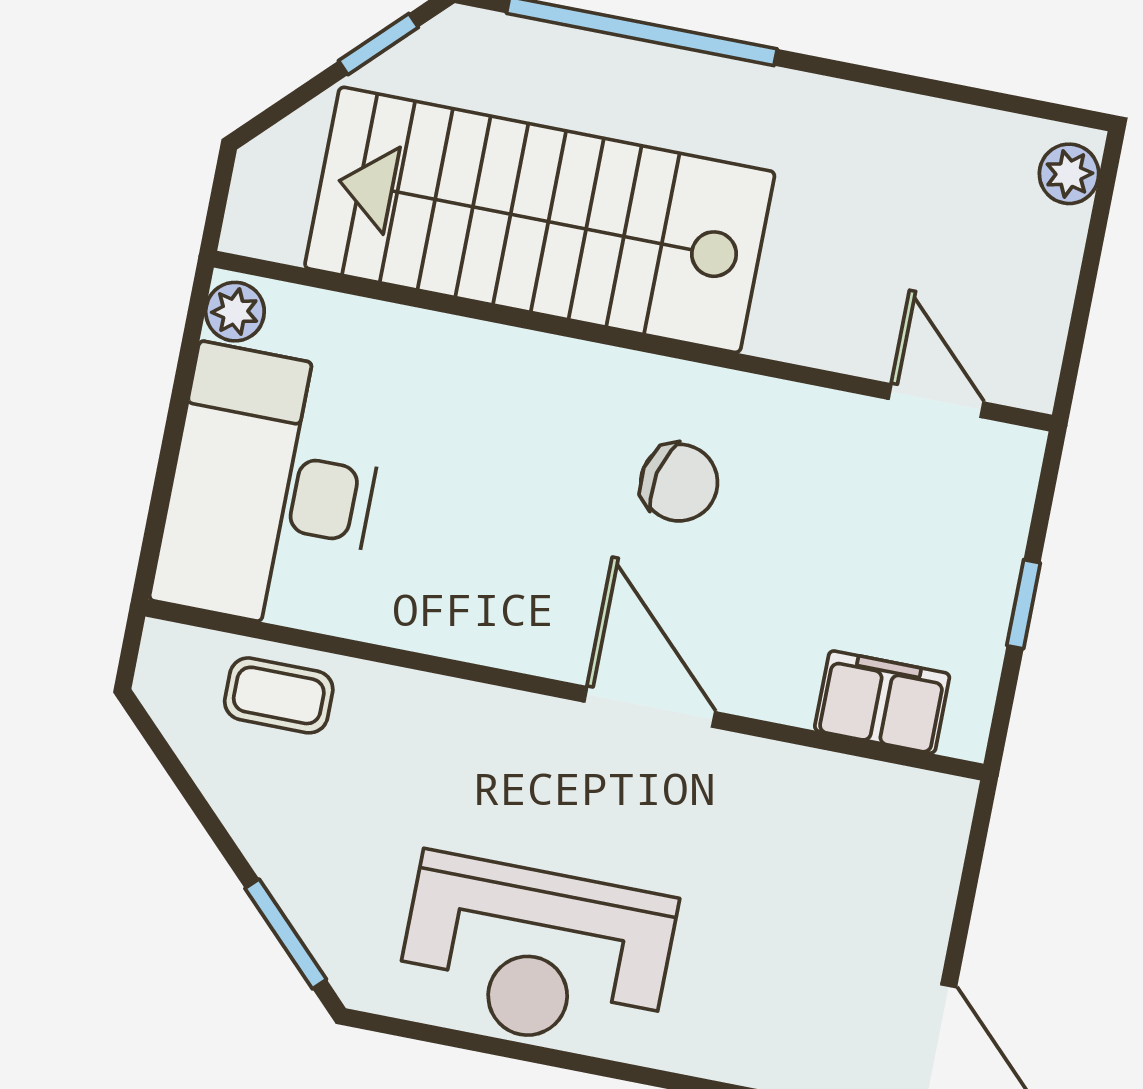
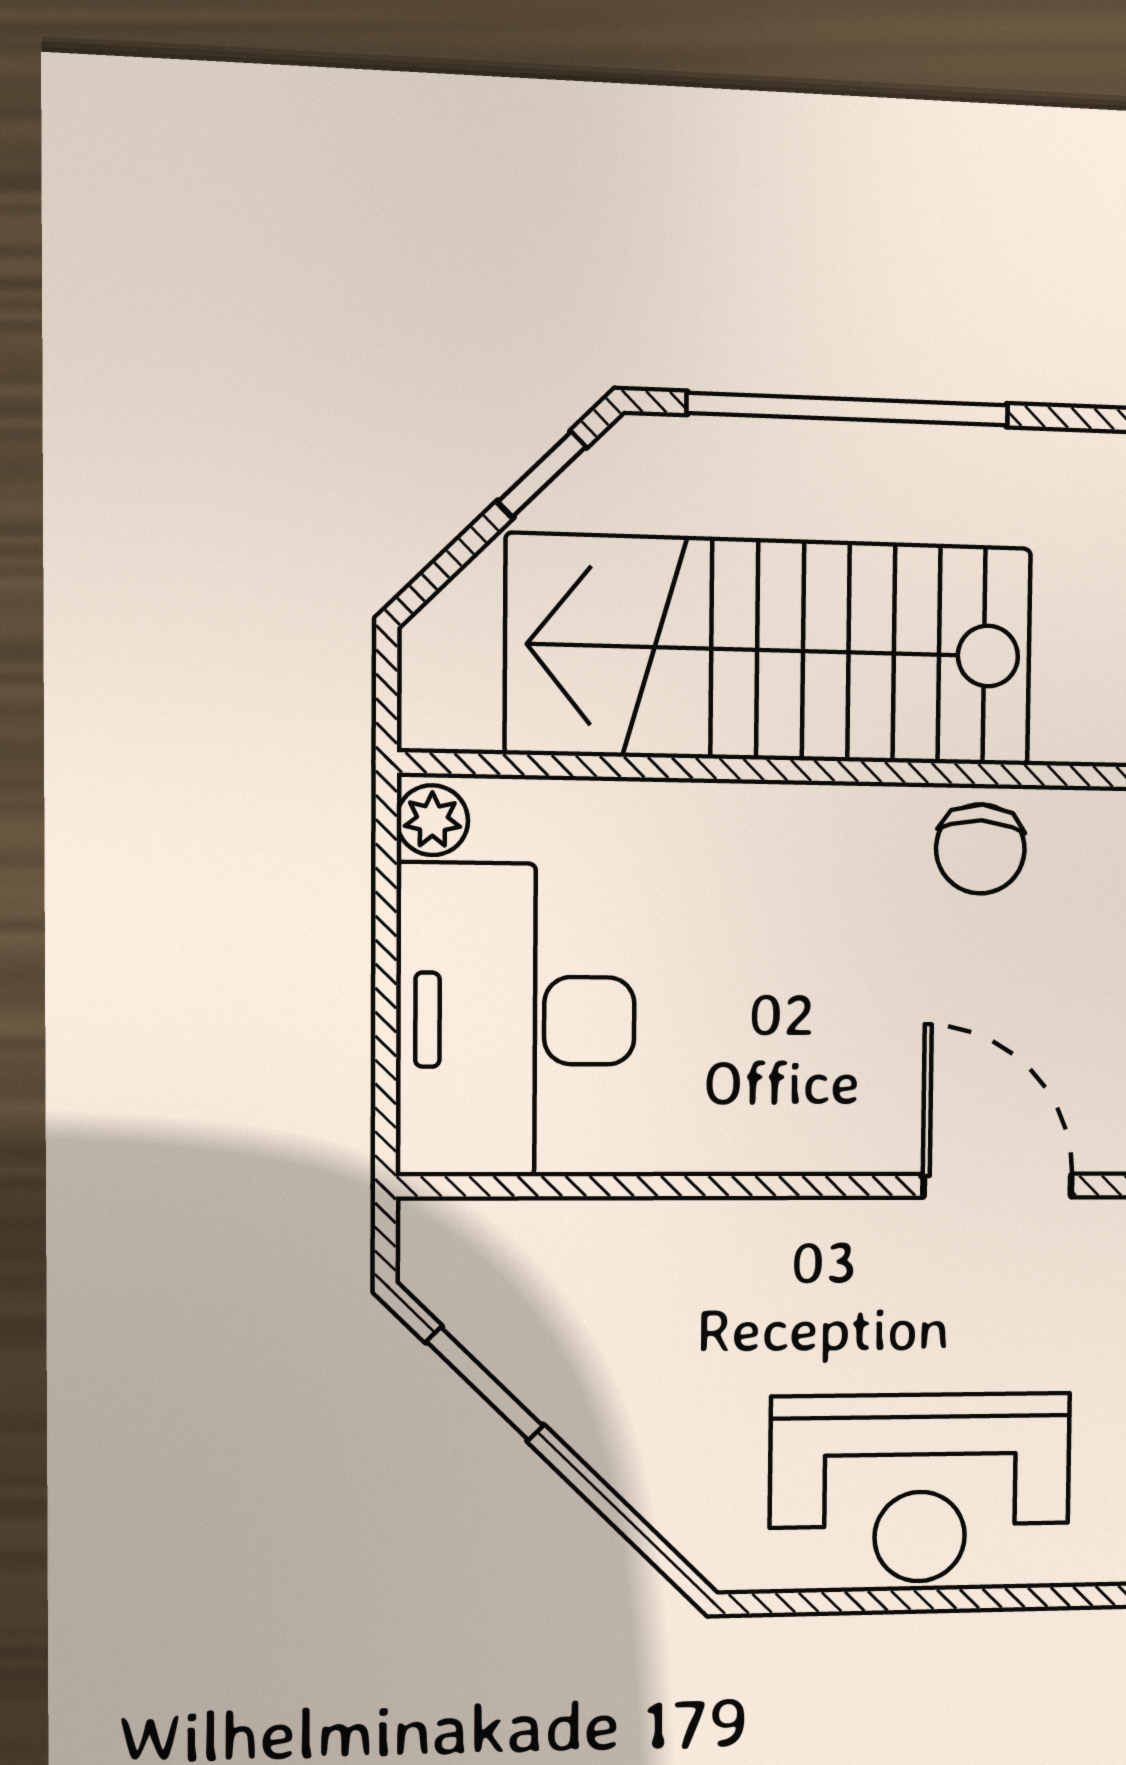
chair: (679, 483) -> (980, 849), moved, turned 80
coffee table: (279, 695) -> (571, 1257), removed
window: (286, 934) -> (485, 1384), moved

